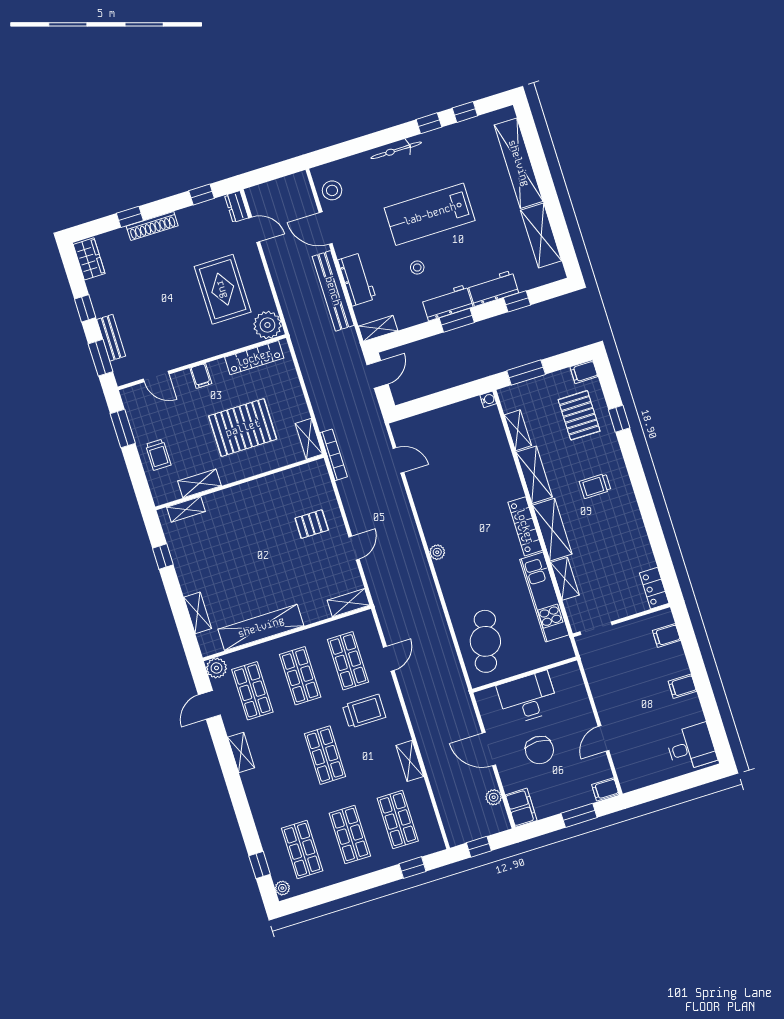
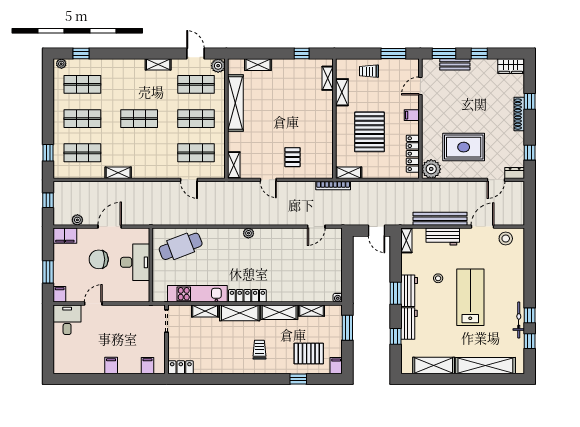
bicycle: (396, 150) -> (519, 320), moved
cafe table: (485, 641) -> (181, 246), turned -37
trolley: (364, 711) -> (160, 153), removed
door: (603, 738) -> (93, 303), hinge flipped
desk: (691, 747) -> (67, 320), moved, turned 180

